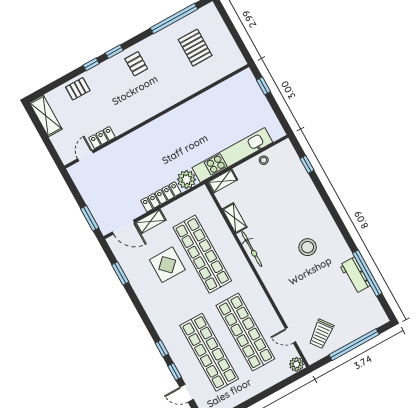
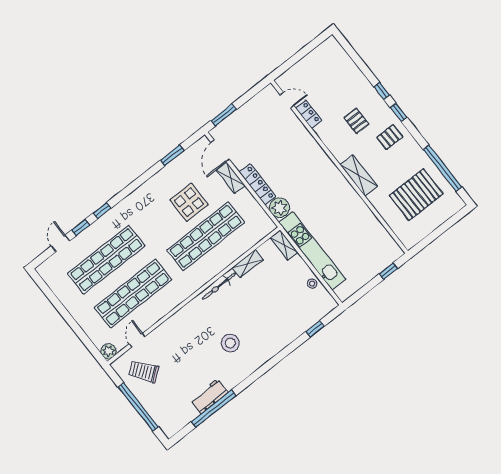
pallet: (195, 48) -> (416, 195), width x1.37, depth x1.41
pallet: (78, 89) -> (356, 121), moved
shelving: (46, 116) -> (359, 175), moved, turned 90

